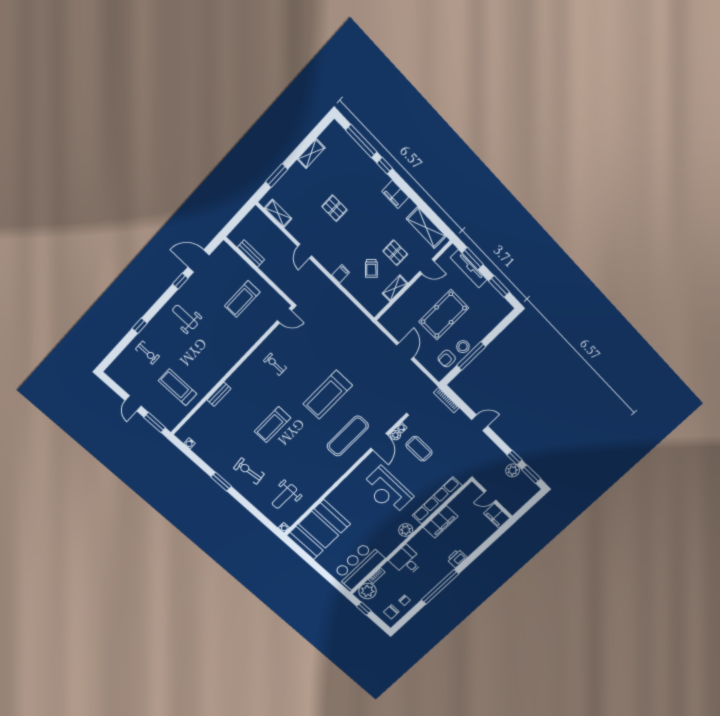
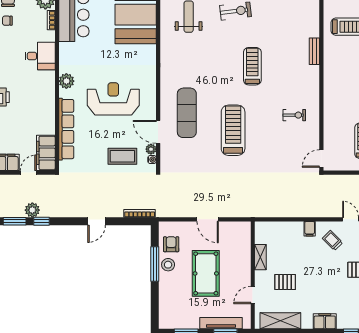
trolley: (371, 268) -> (333, 240), moved
filing cabinet: (441, 522) -> (46, 153), moved

